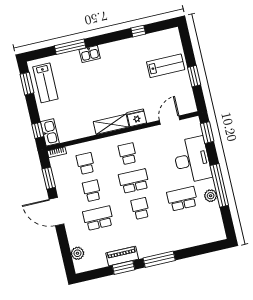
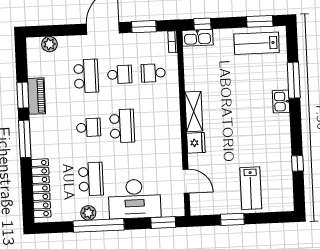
school desk: (128, 154) -> (156, 124), removed
school desk: (85, 163) -> (153, 73), turned 180
locker: (197, 238) -> (41, 188), added

